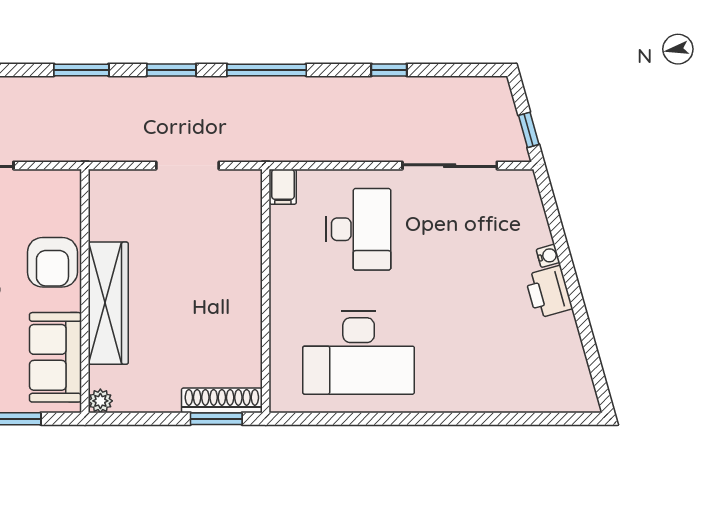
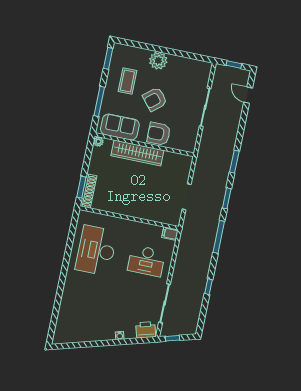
printer: (549, 292) -> (146, 330), moved

